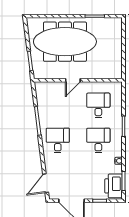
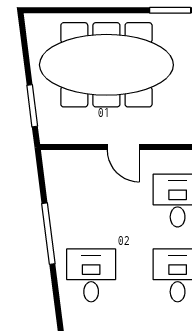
door: (73, 80) -> (123, 147), hinge flipped

